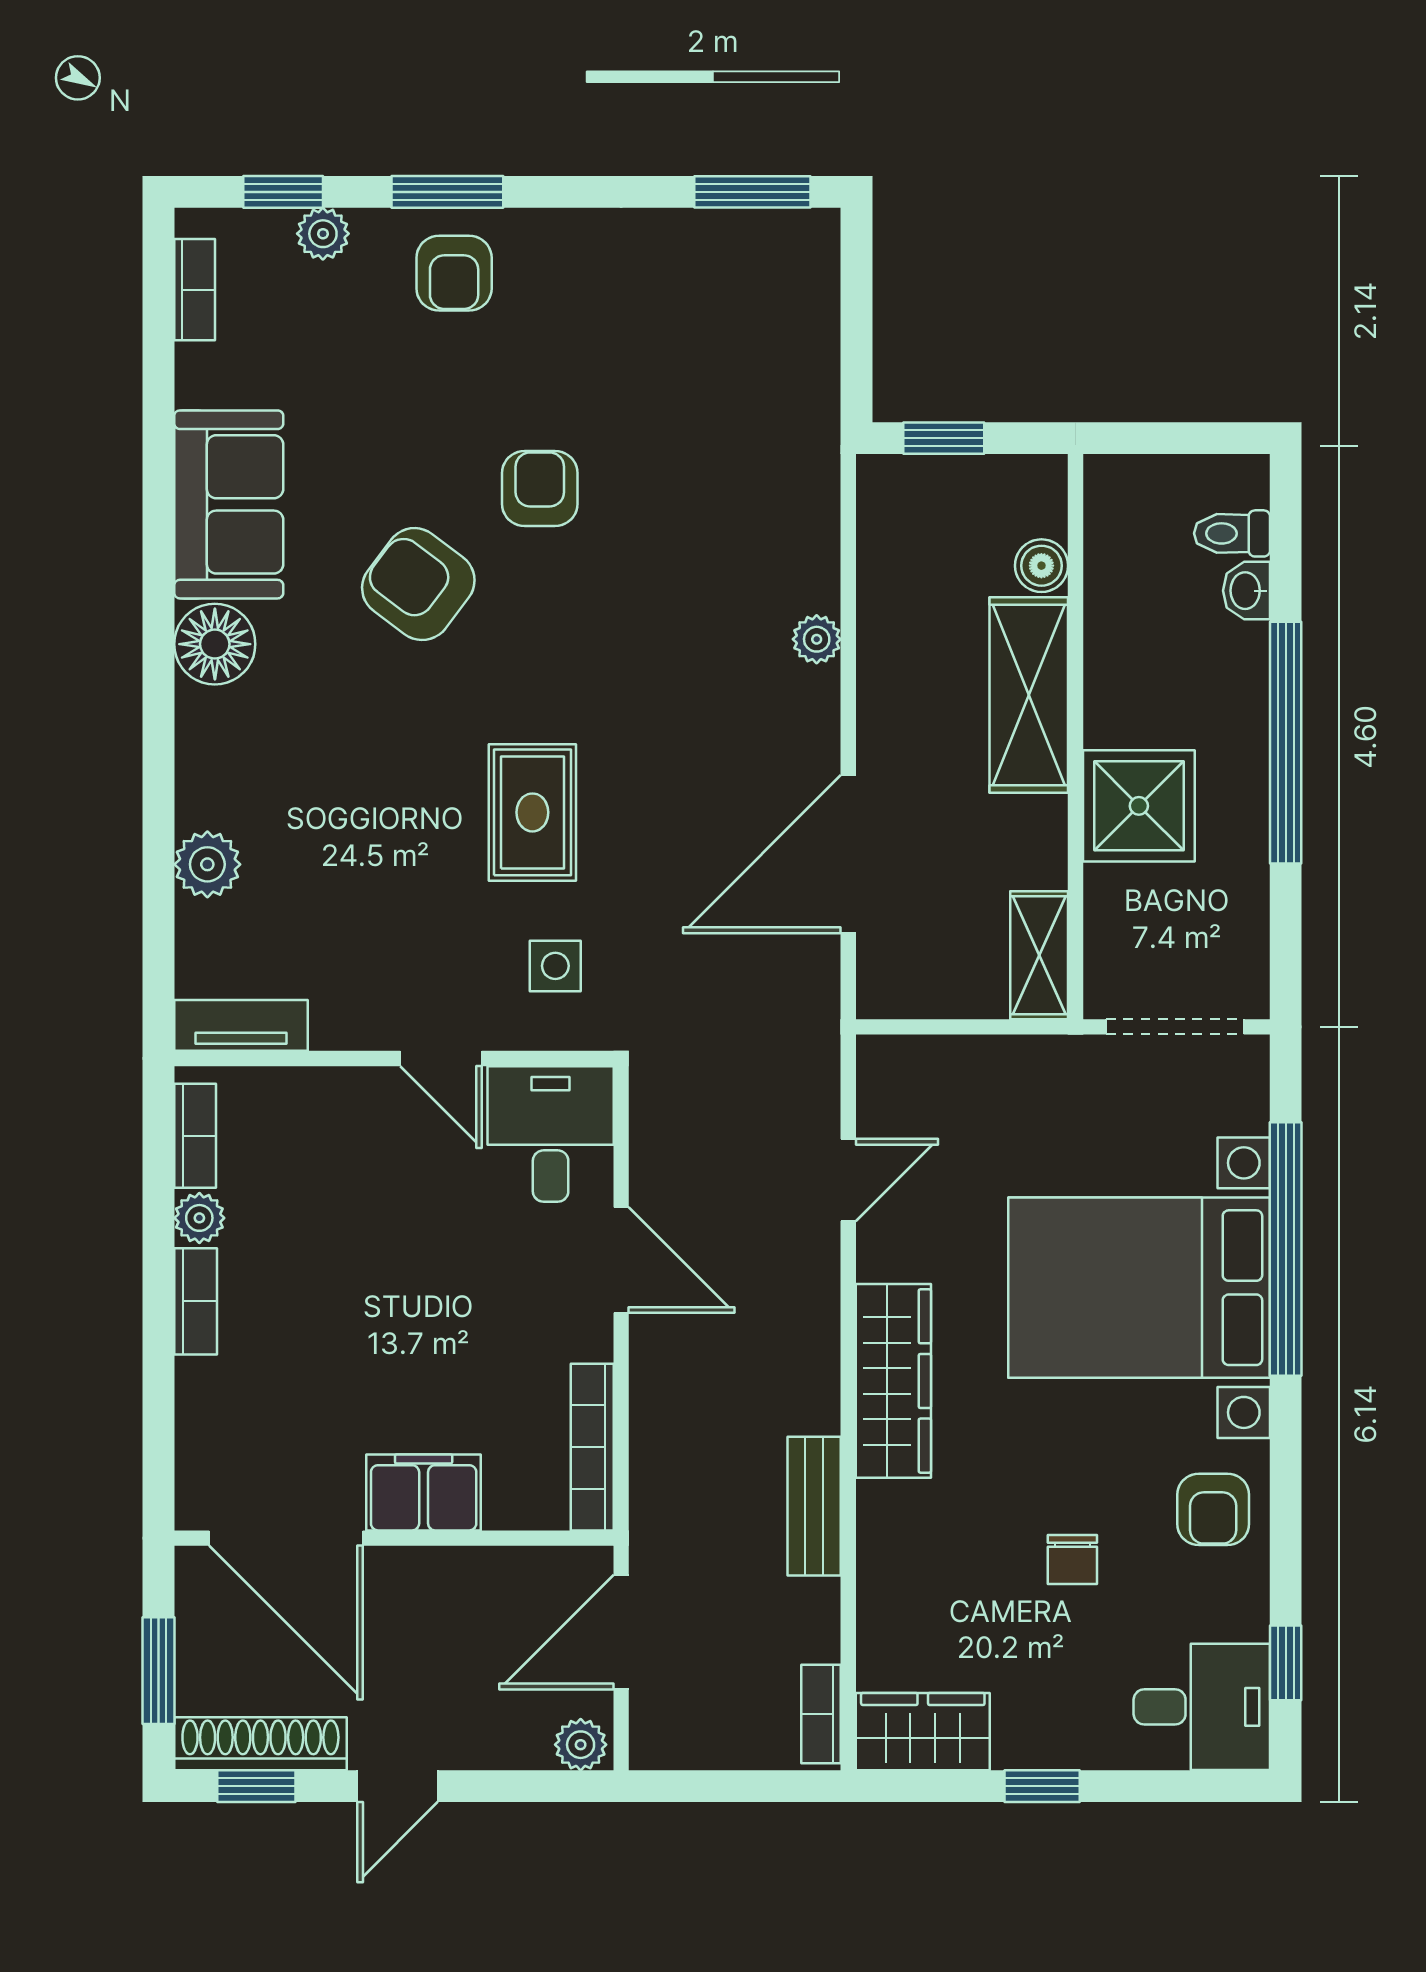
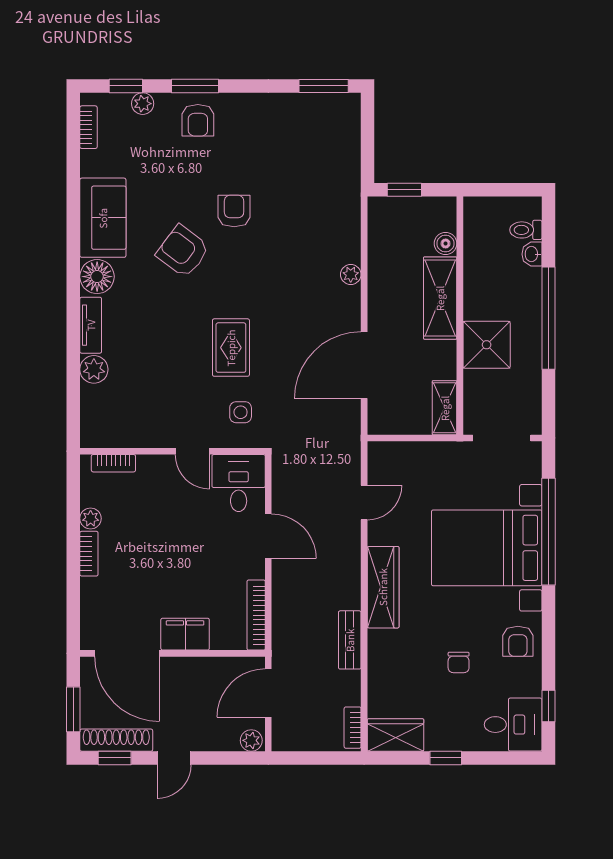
tv unit: (241, 1025) -> (91, 325), moved, turned 90
bookcase: (195, 1136) -> (113, 463), moved, turned 90

